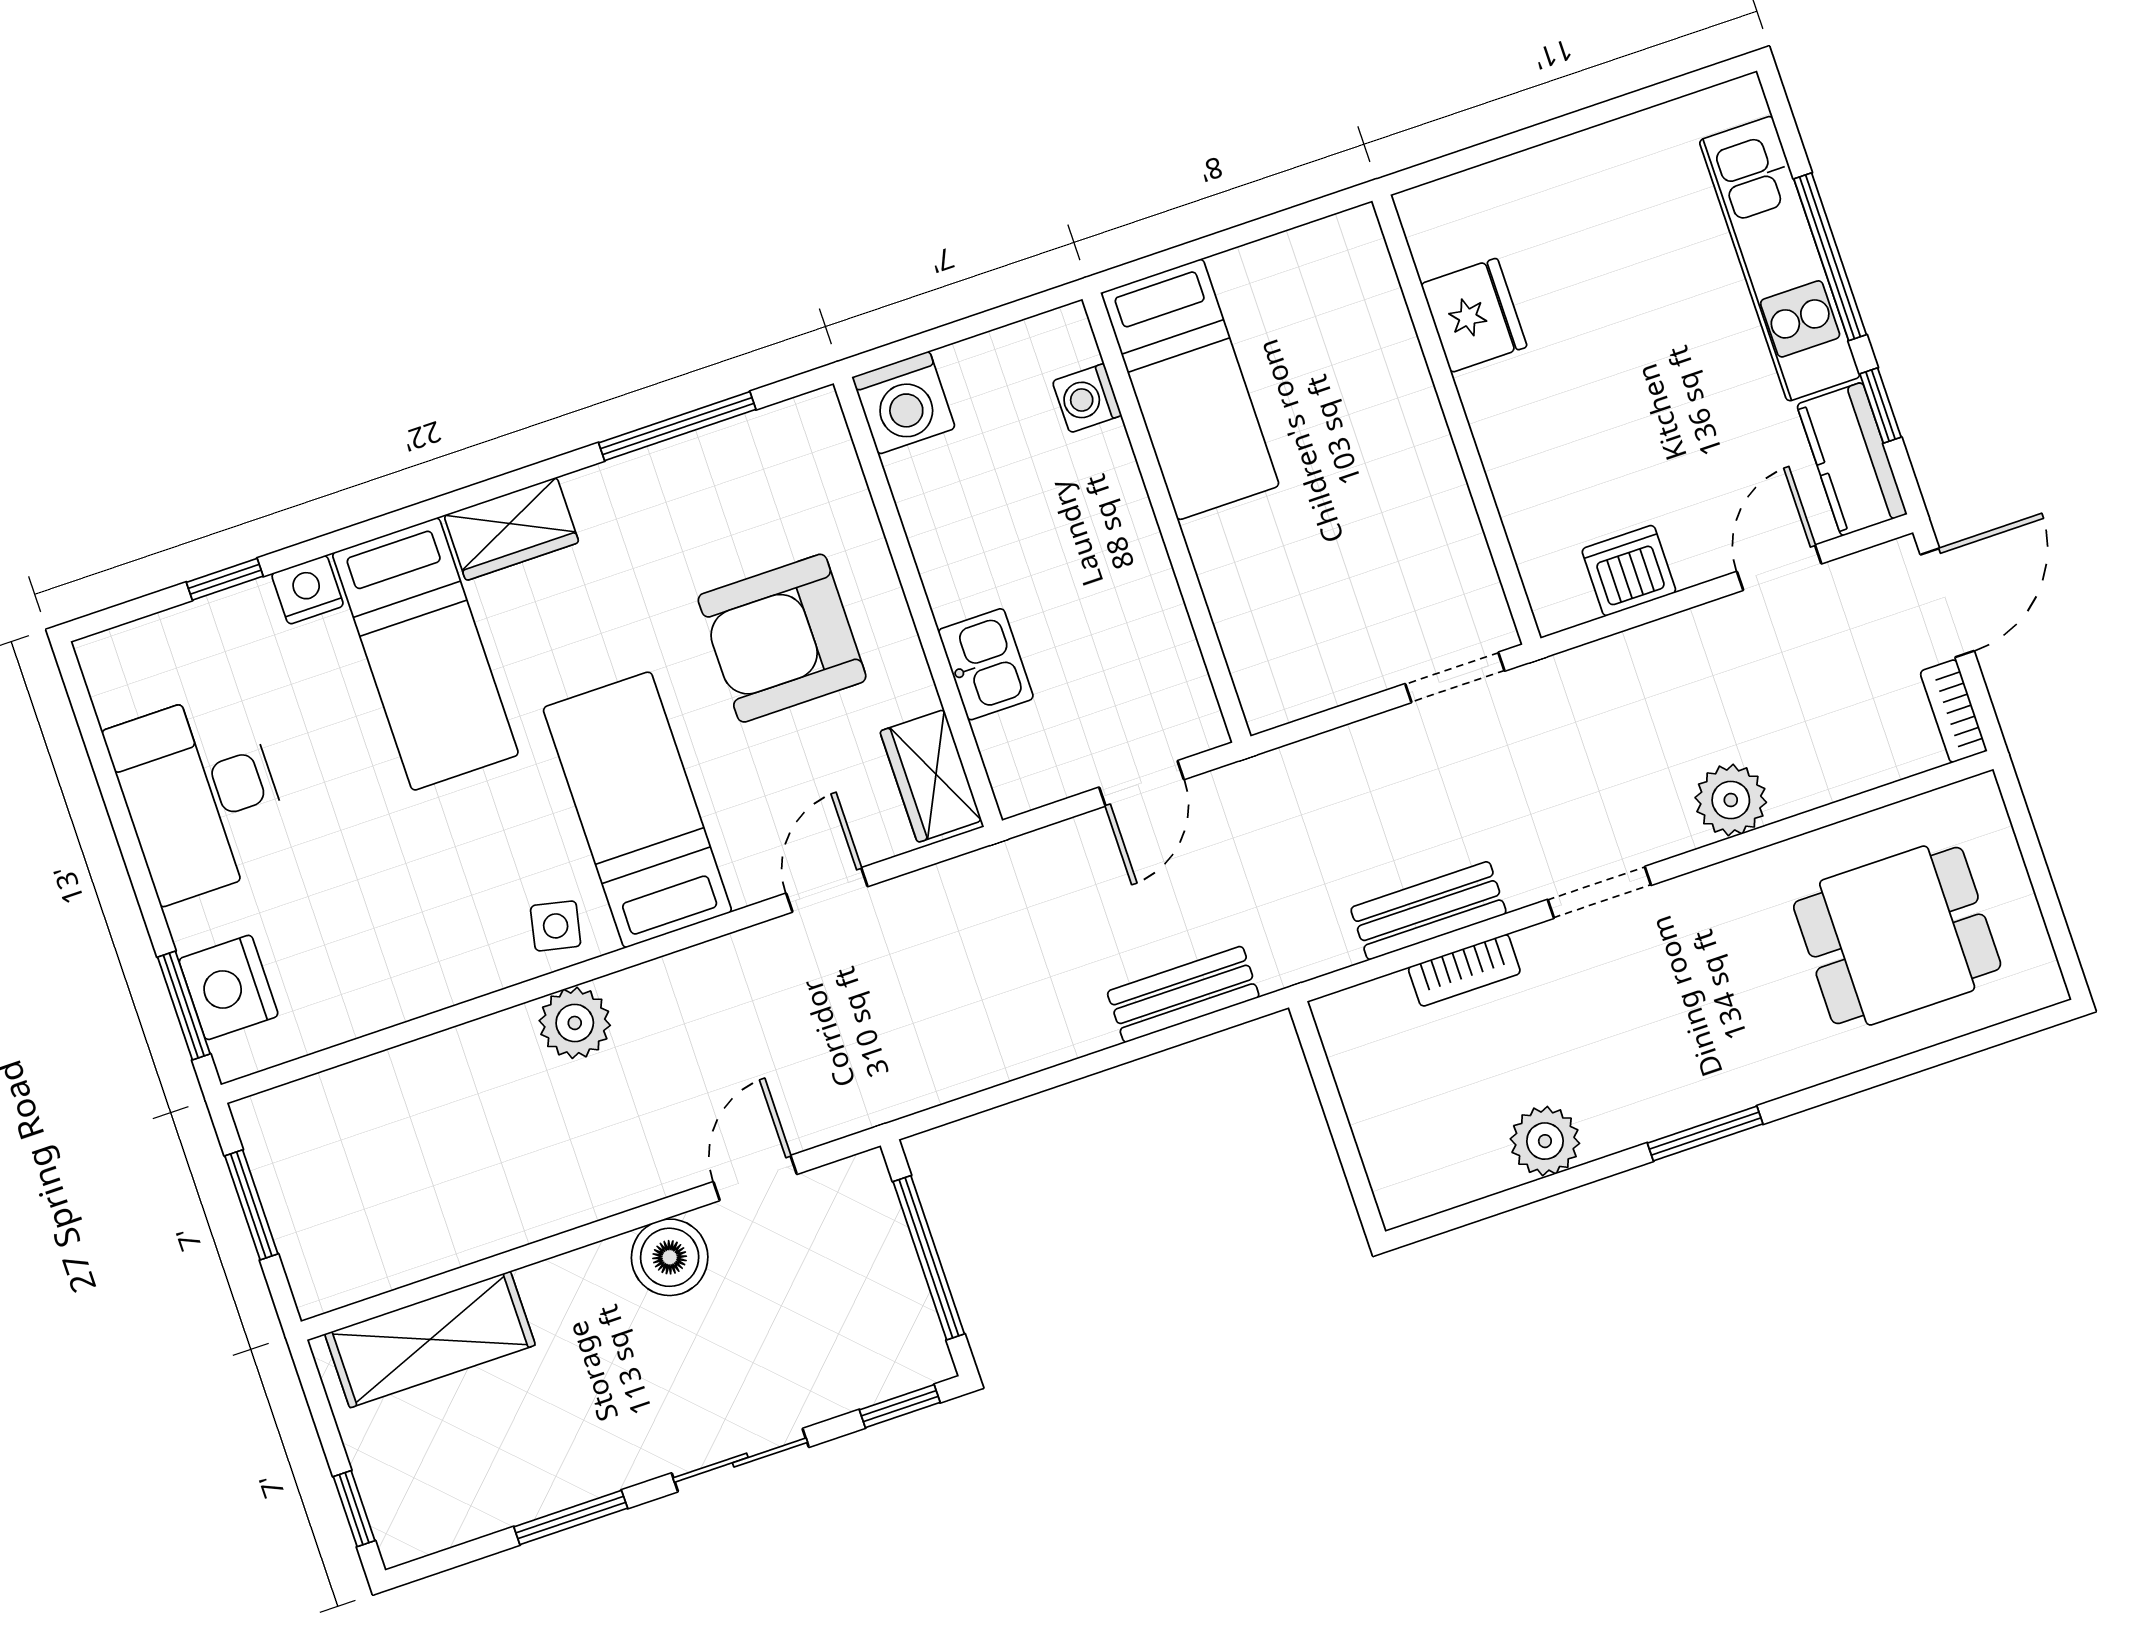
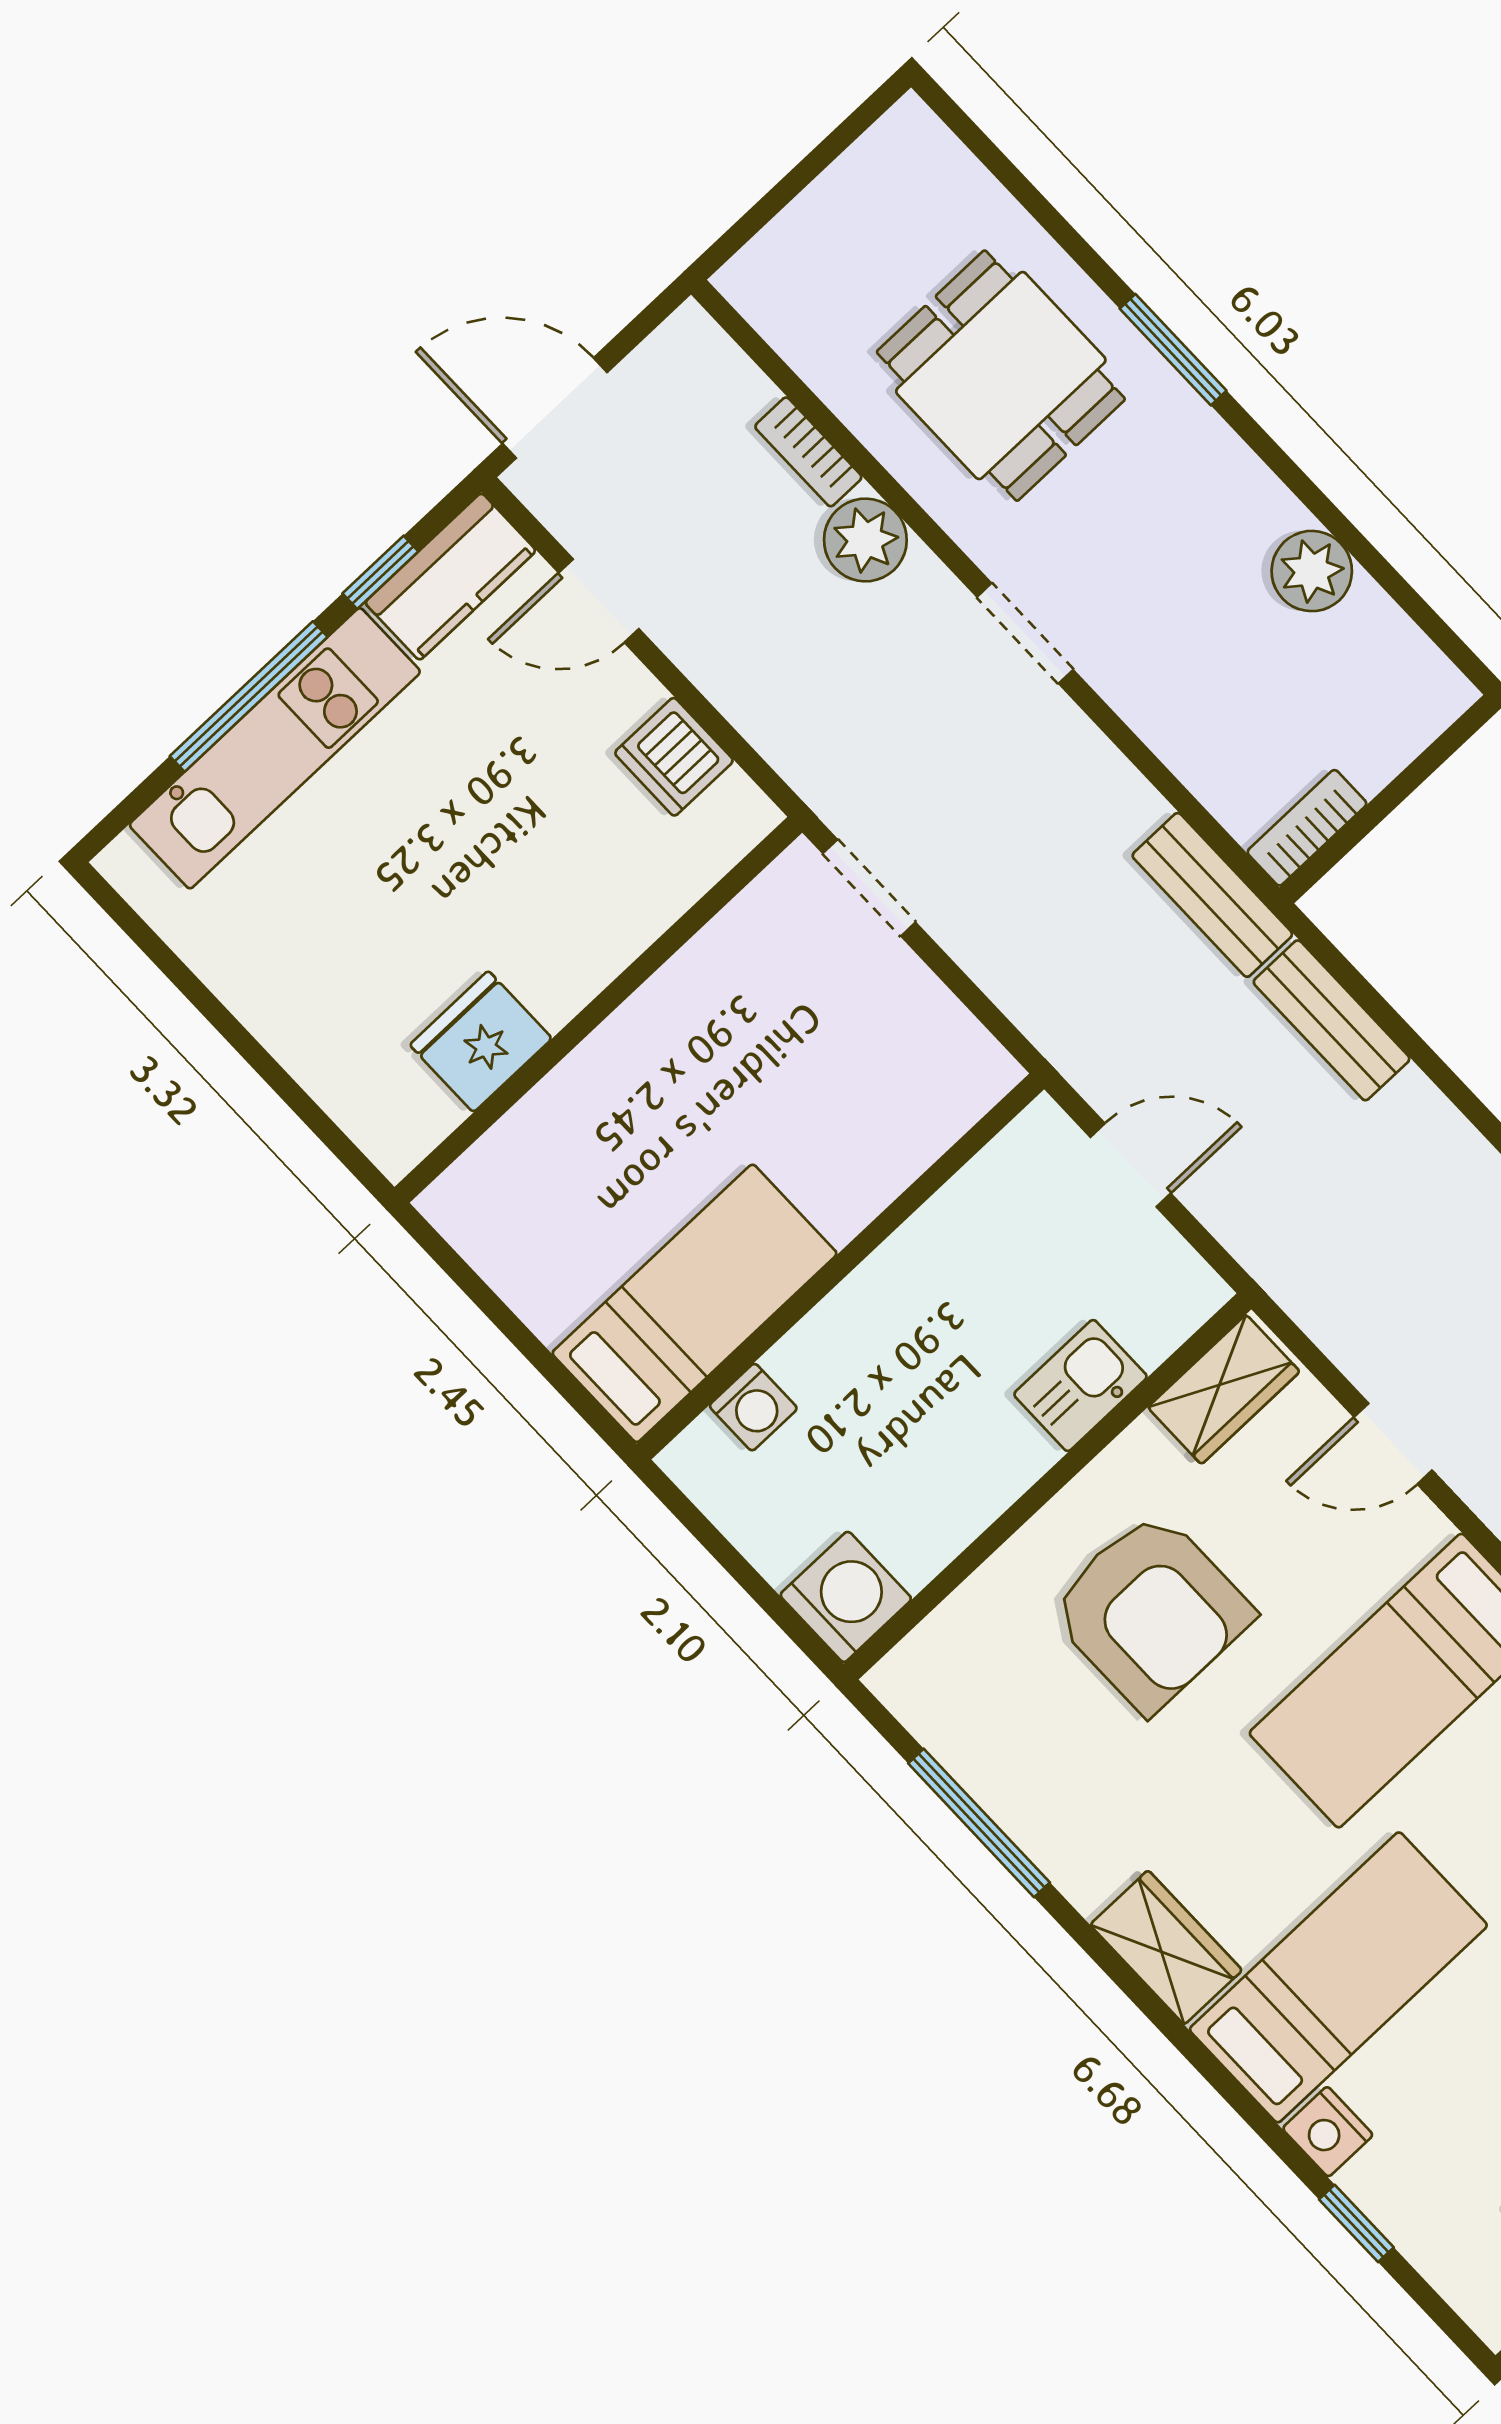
bookcase: (1953, 711) -> (808, 452), moved, turned 90
bench: (1429, 911) -> (1212, 895), moved
dining table: (1897, 936) -> (1001, 376), moved
bookcase: (1464, 970) -> (1307, 828), moved, turned -90
window: (1705, 1134) -> (1173, 350), moved

